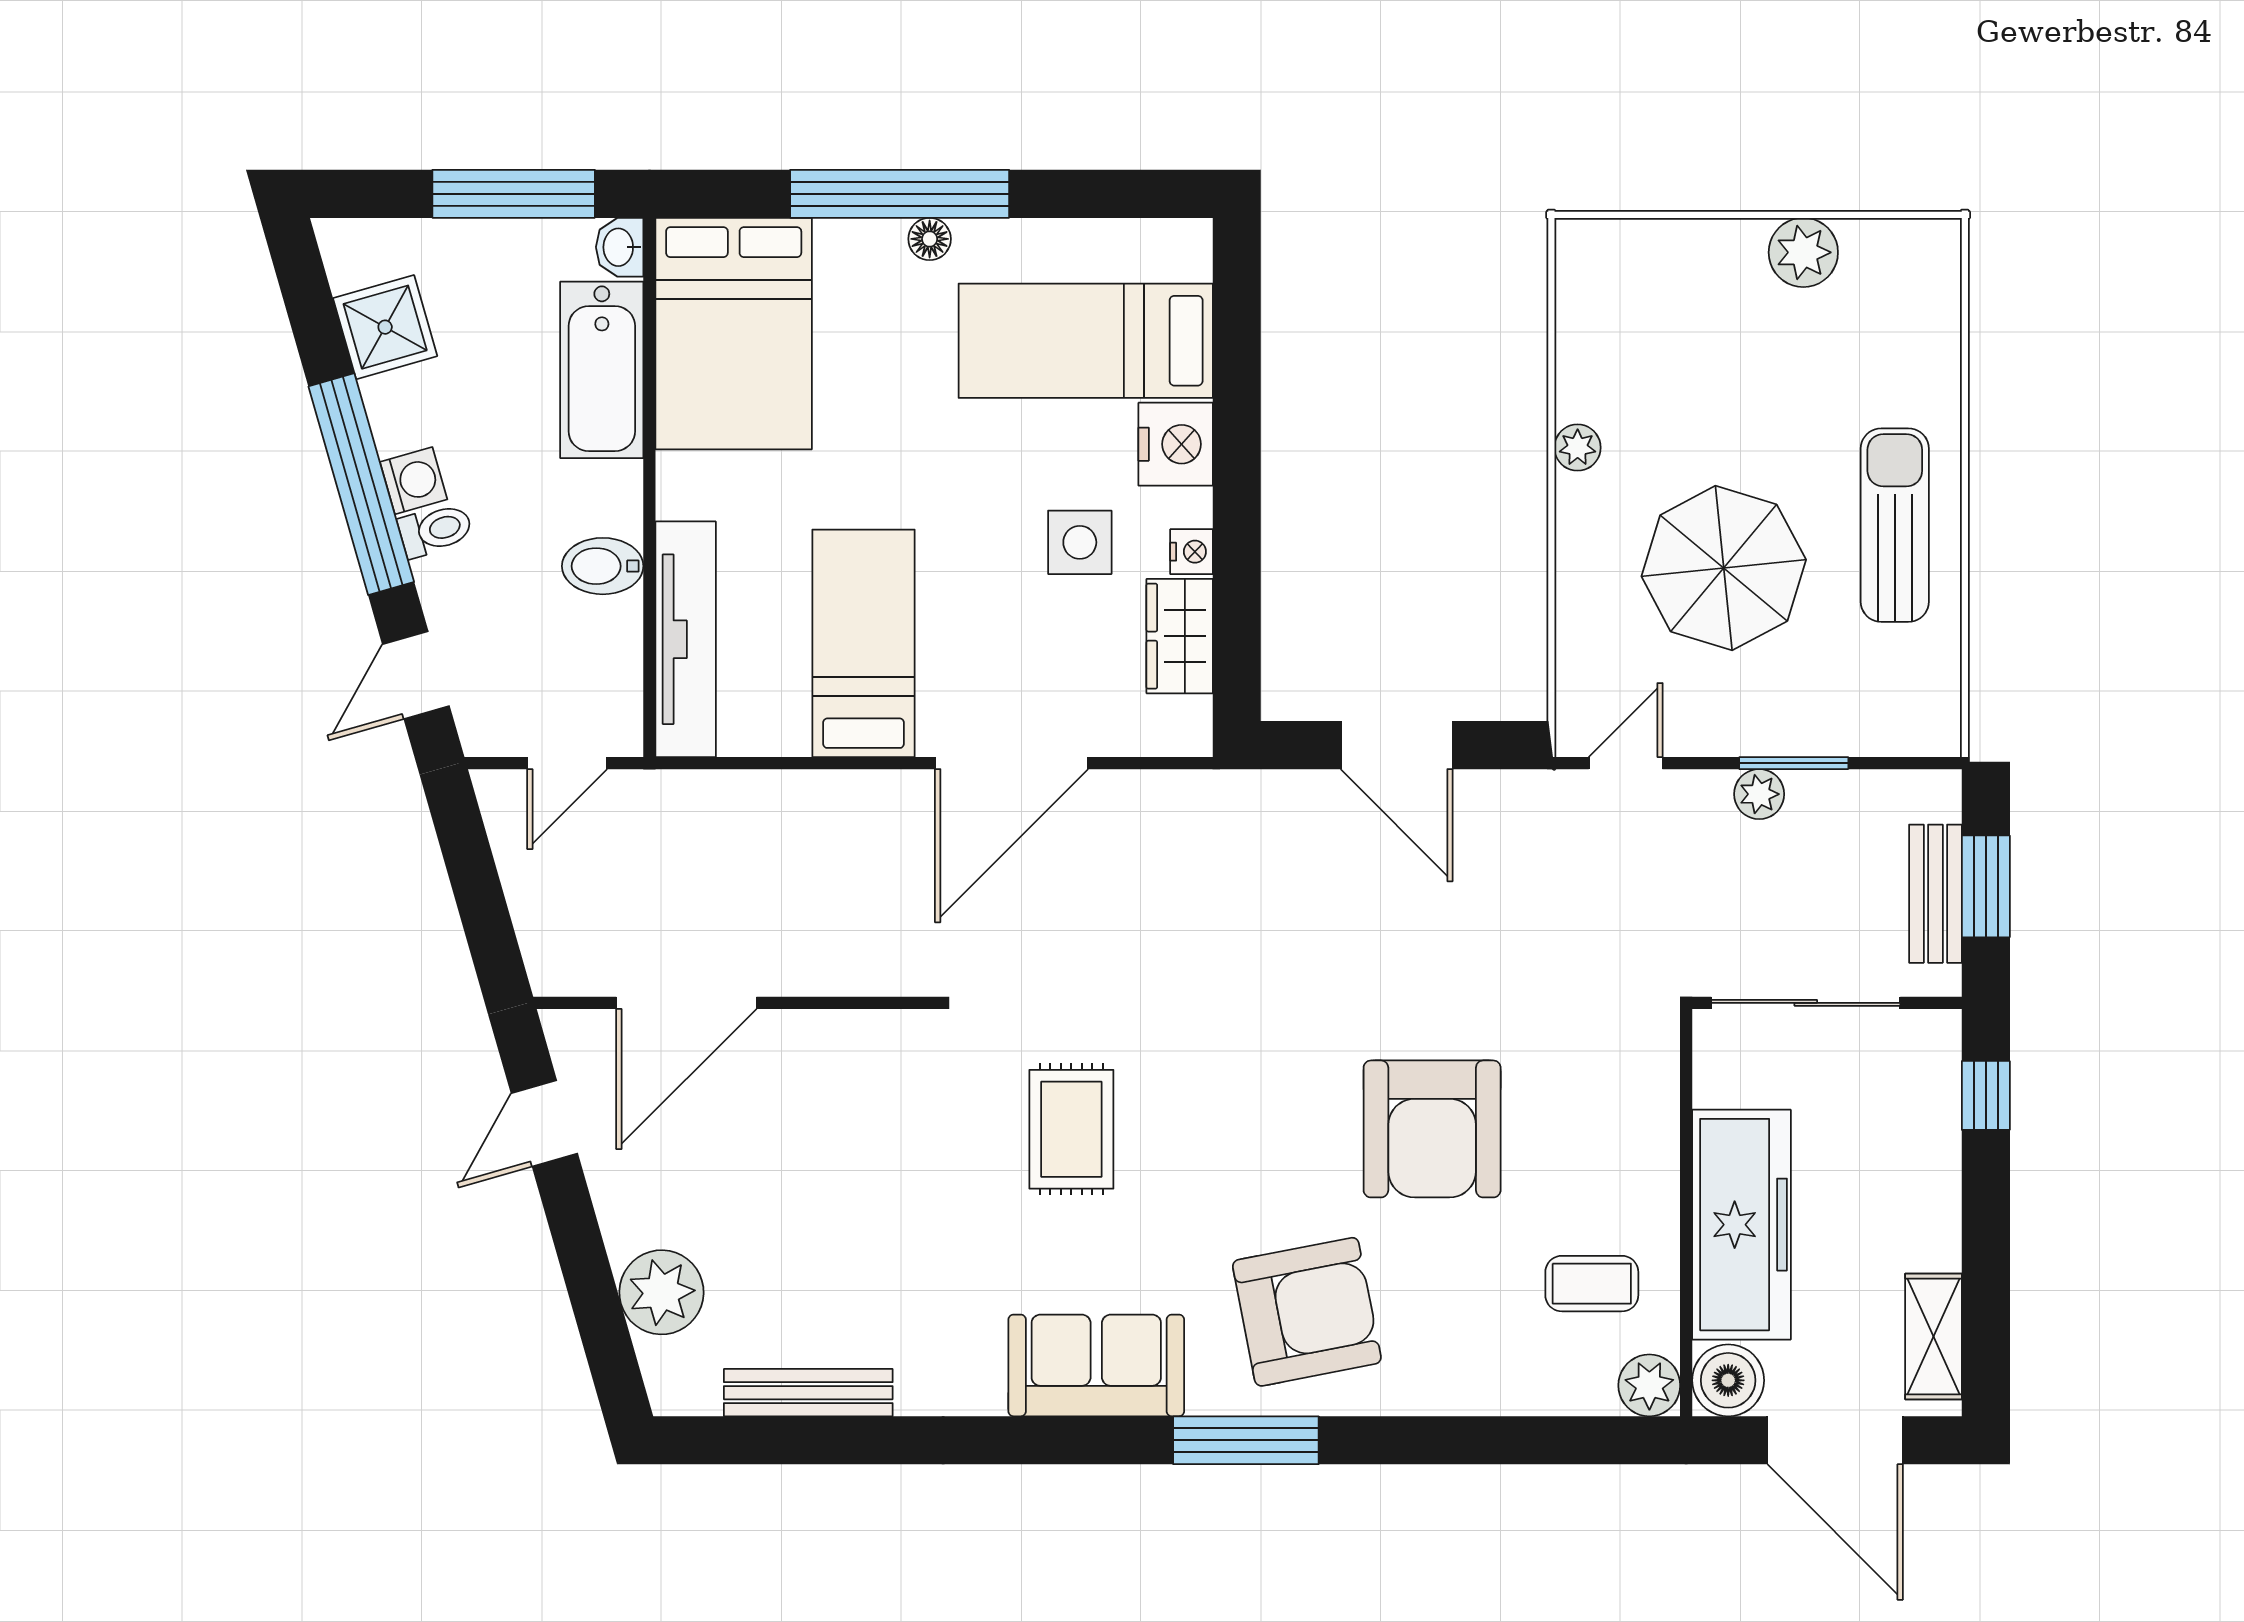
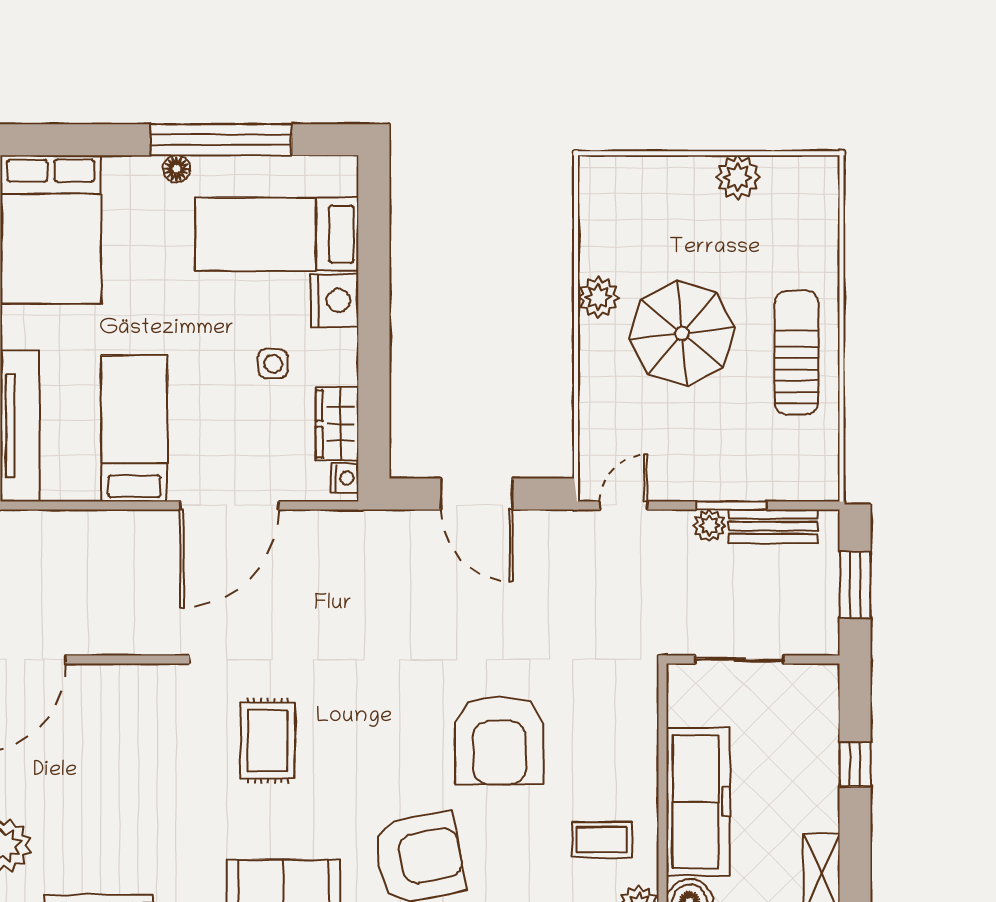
window: (900, 194) -> (221, 140), moved
plant: (1578, 448) -> (598, 297), width x1.38, depth x1.38
side table: (1080, 542) -> (273, 364), width x0.73, depth x0.73
nightstand: (1191, 552) -> (345, 478), moved
parasol: (1724, 568) -> (682, 334), moved
bench: (1935, 894) -> (773, 526), moved, turned 90
sliding door: (1806, 1003) -> (739, 659), width x0.73
window: (1986, 1095) -> (855, 764), moved

